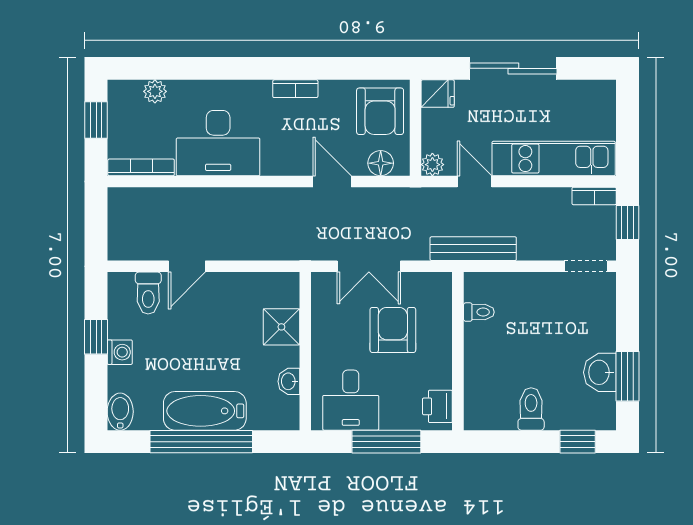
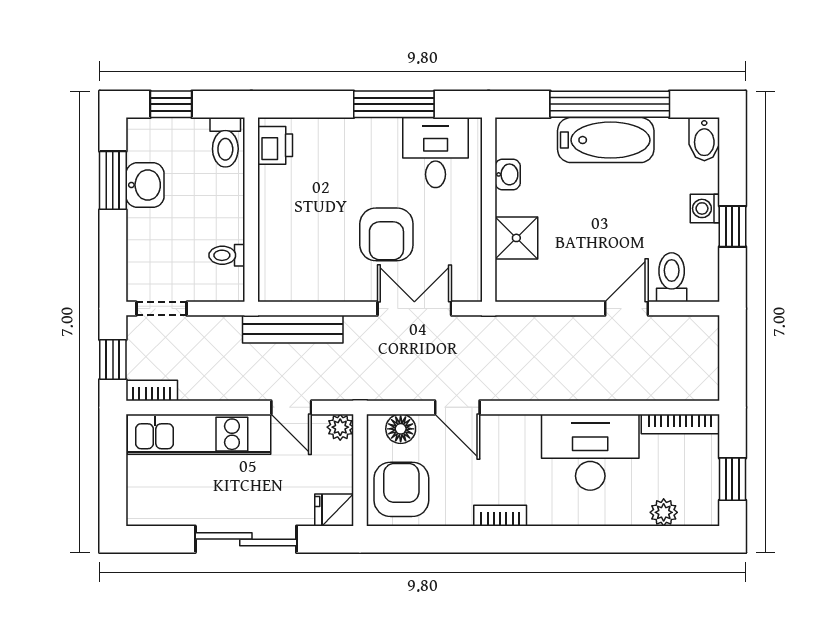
toilet: (479, 312) -> (227, 255), moved
wall: (458, 351) -> (251, 210), moved
printer: (437, 406) -> (275, 145), moved

